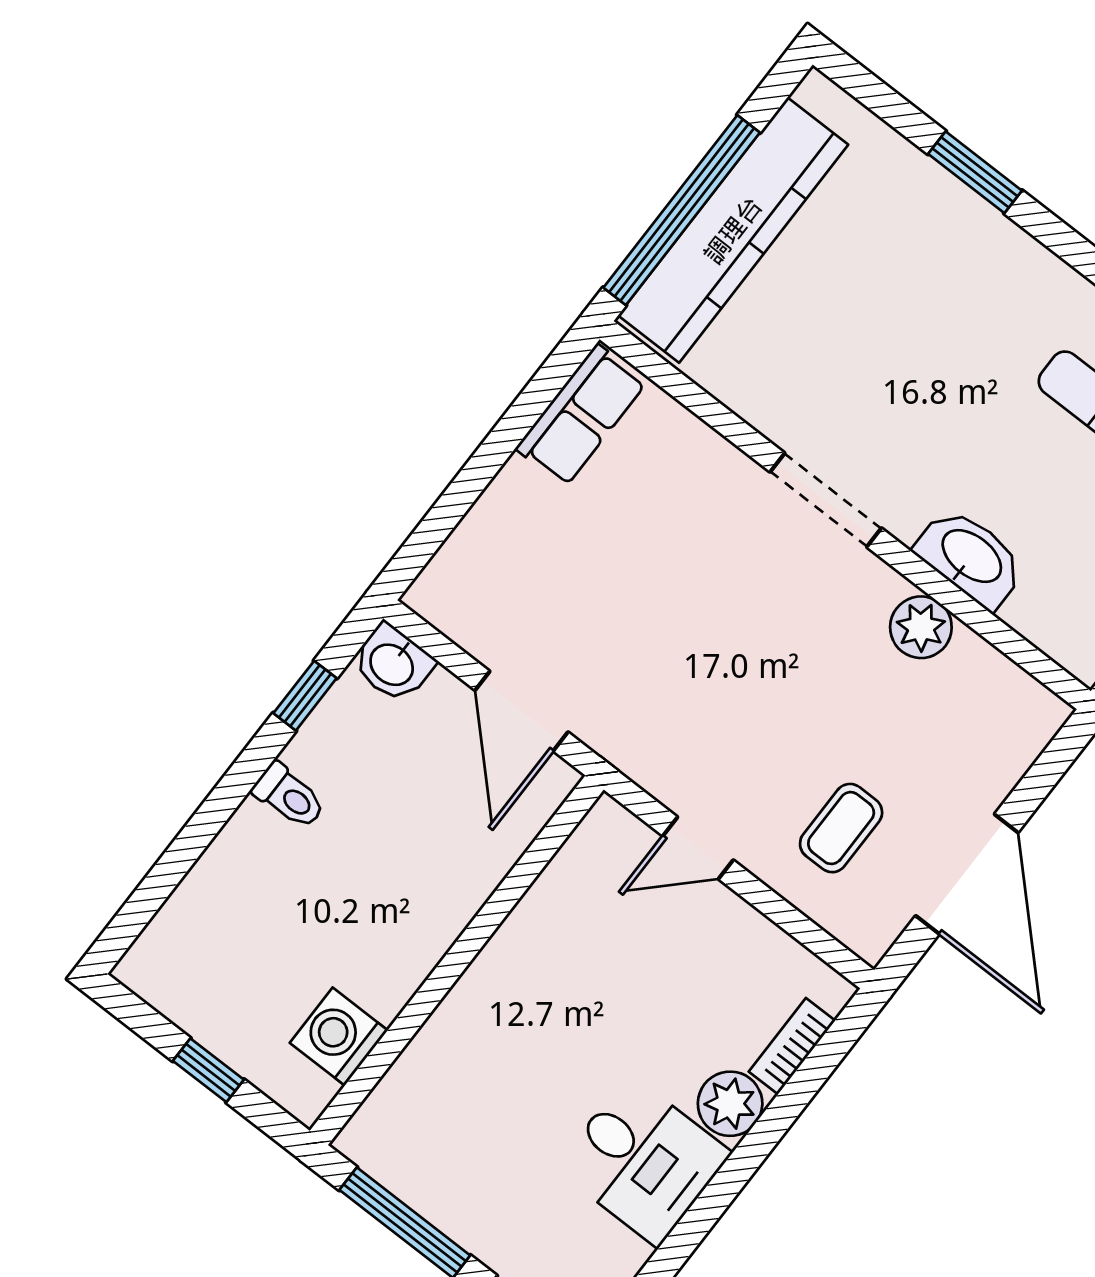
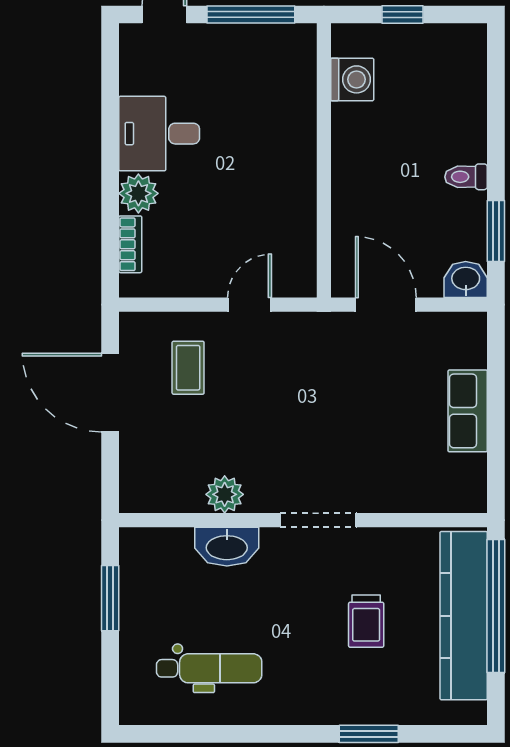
trolley: (865, 321) -> (366, 621), added
row of seats: (581, 415) -> (468, 411), moved
window: (305, 696) -> (496, 231), width x1.50

